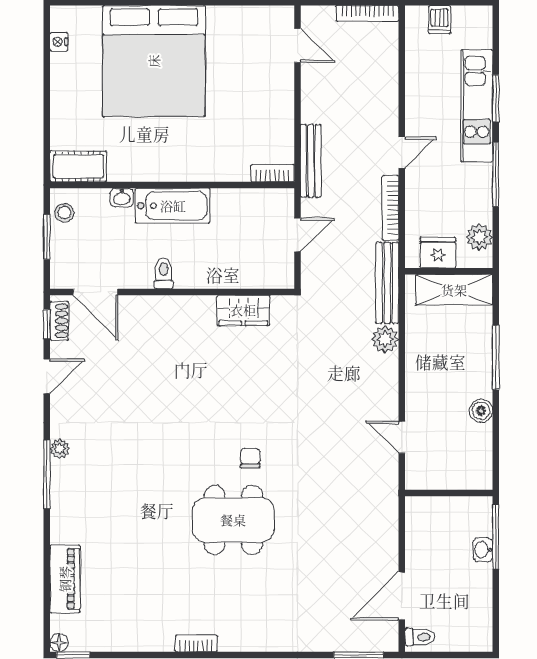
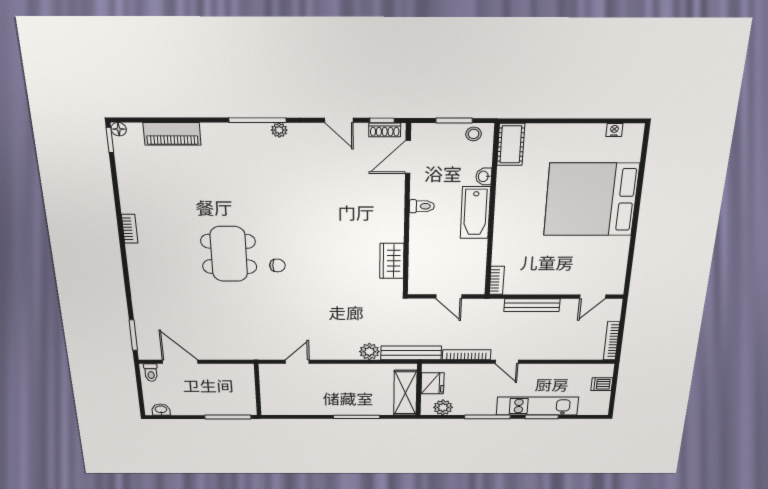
bench: (311, 161) -> (532, 305), moved
boiler: (481, 411) -> (318, 409), removed
washbasin: (483, 550) -> (161, 410), moved

